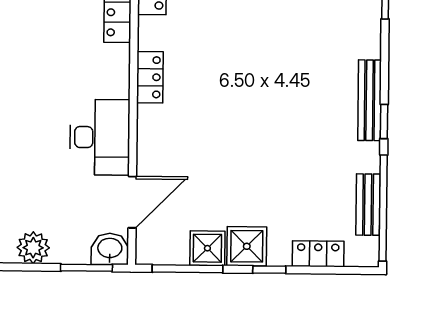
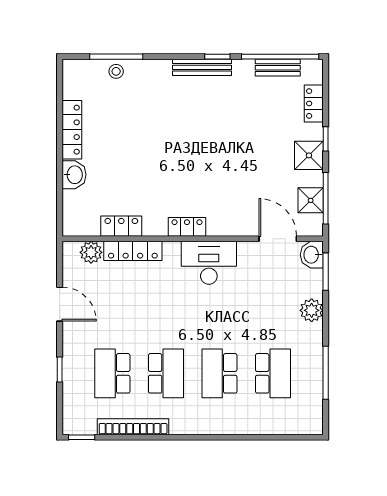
desk: (100, 137) -> (209, 263), moved
shower: (207, 248) -> (311, 200), moved

